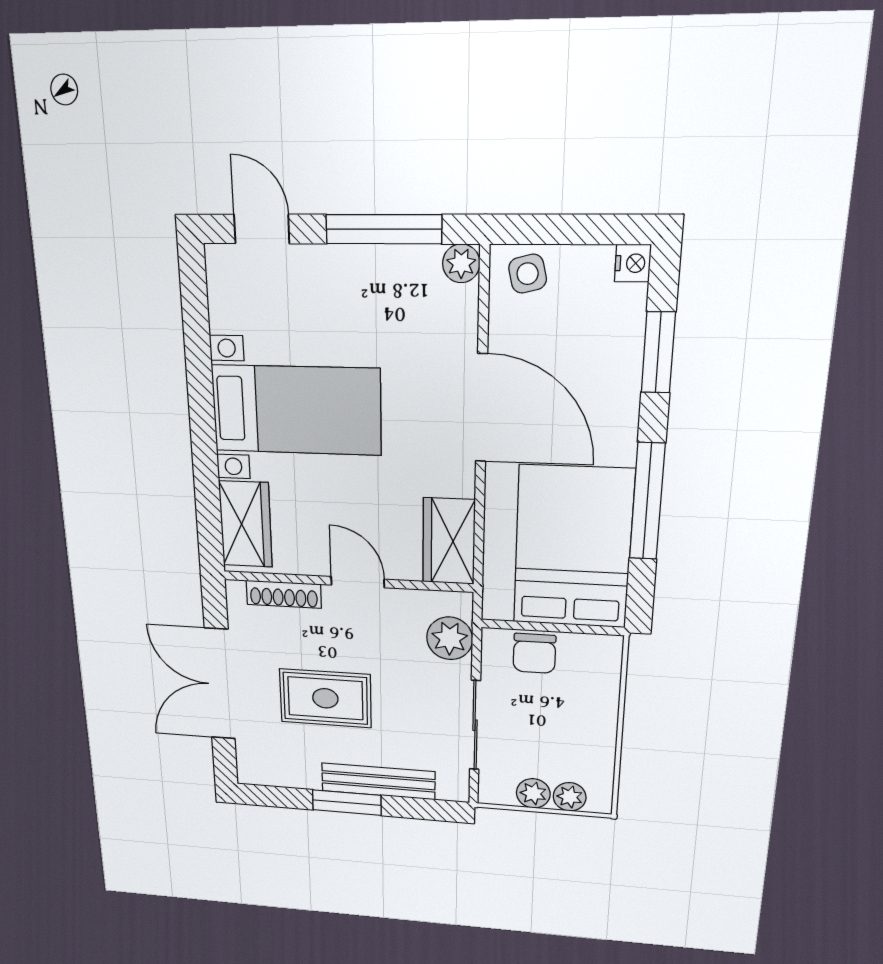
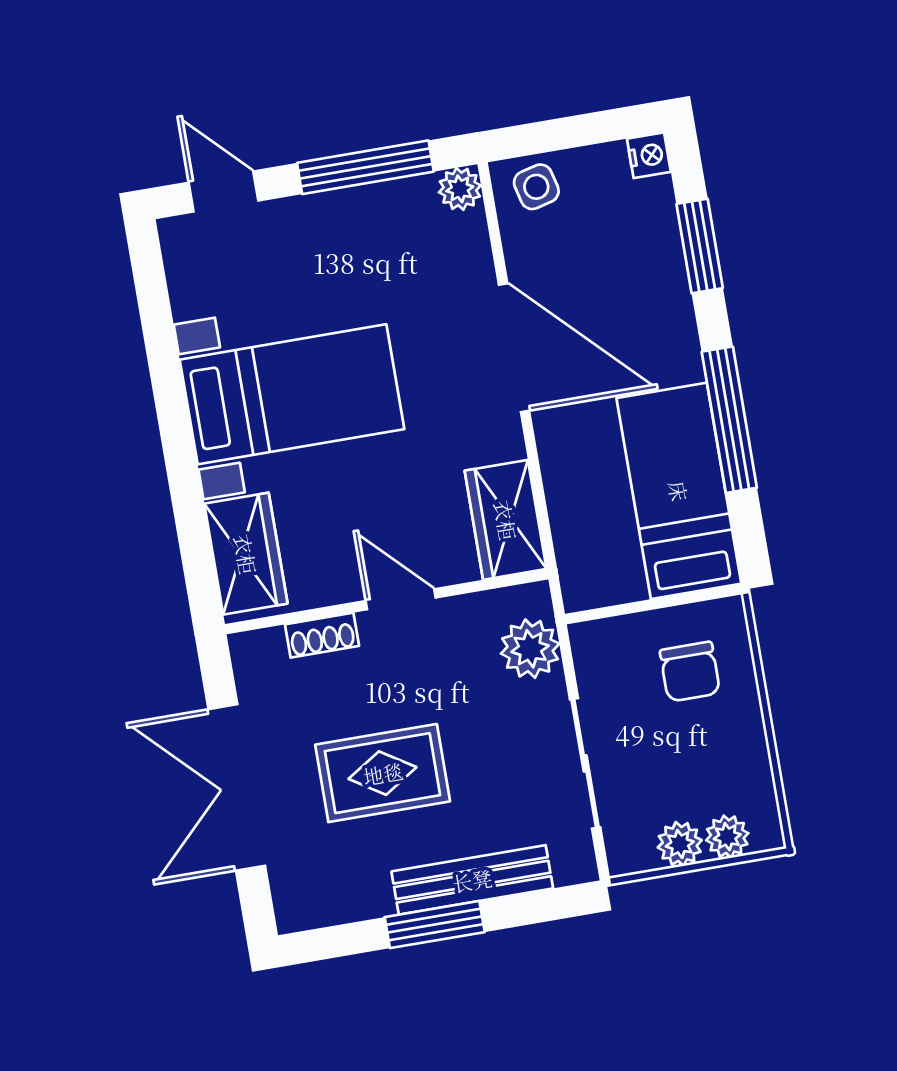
bed: (573, 547) -> (679, 491), width x0.67
shoe rack: (284, 594) -> (322, 635), width x0.70
chair: (534, 653) -> (690, 672), moved

